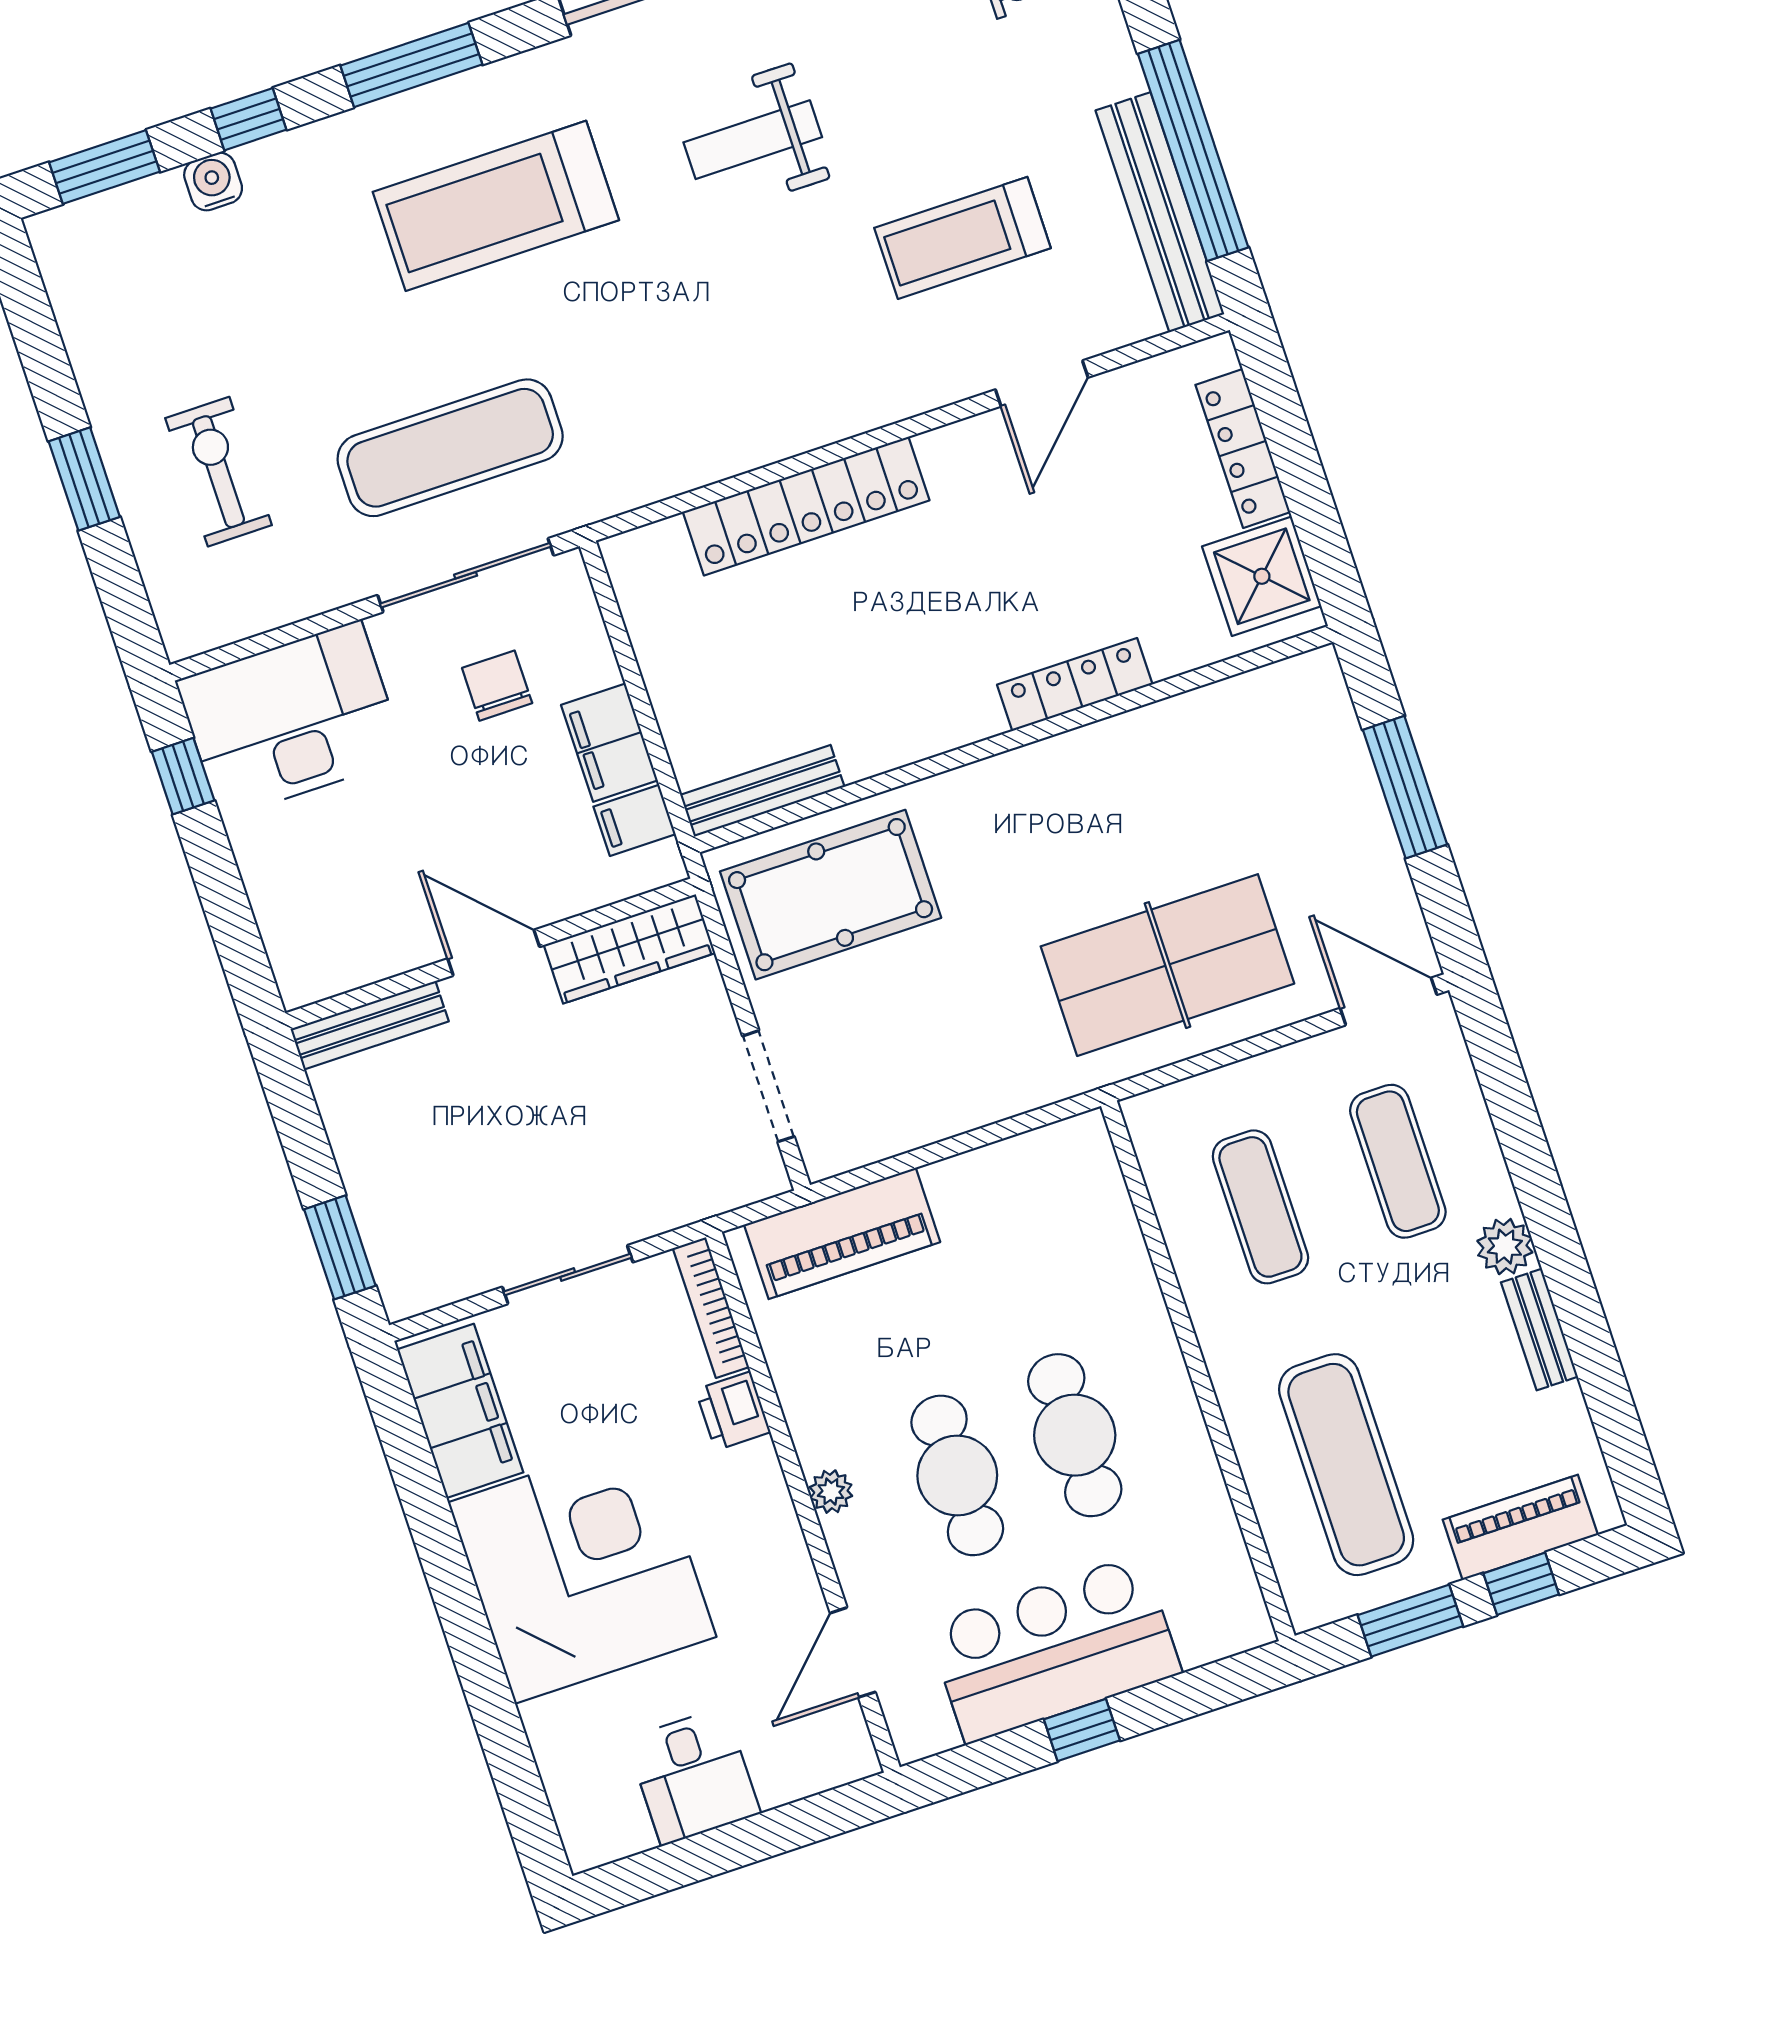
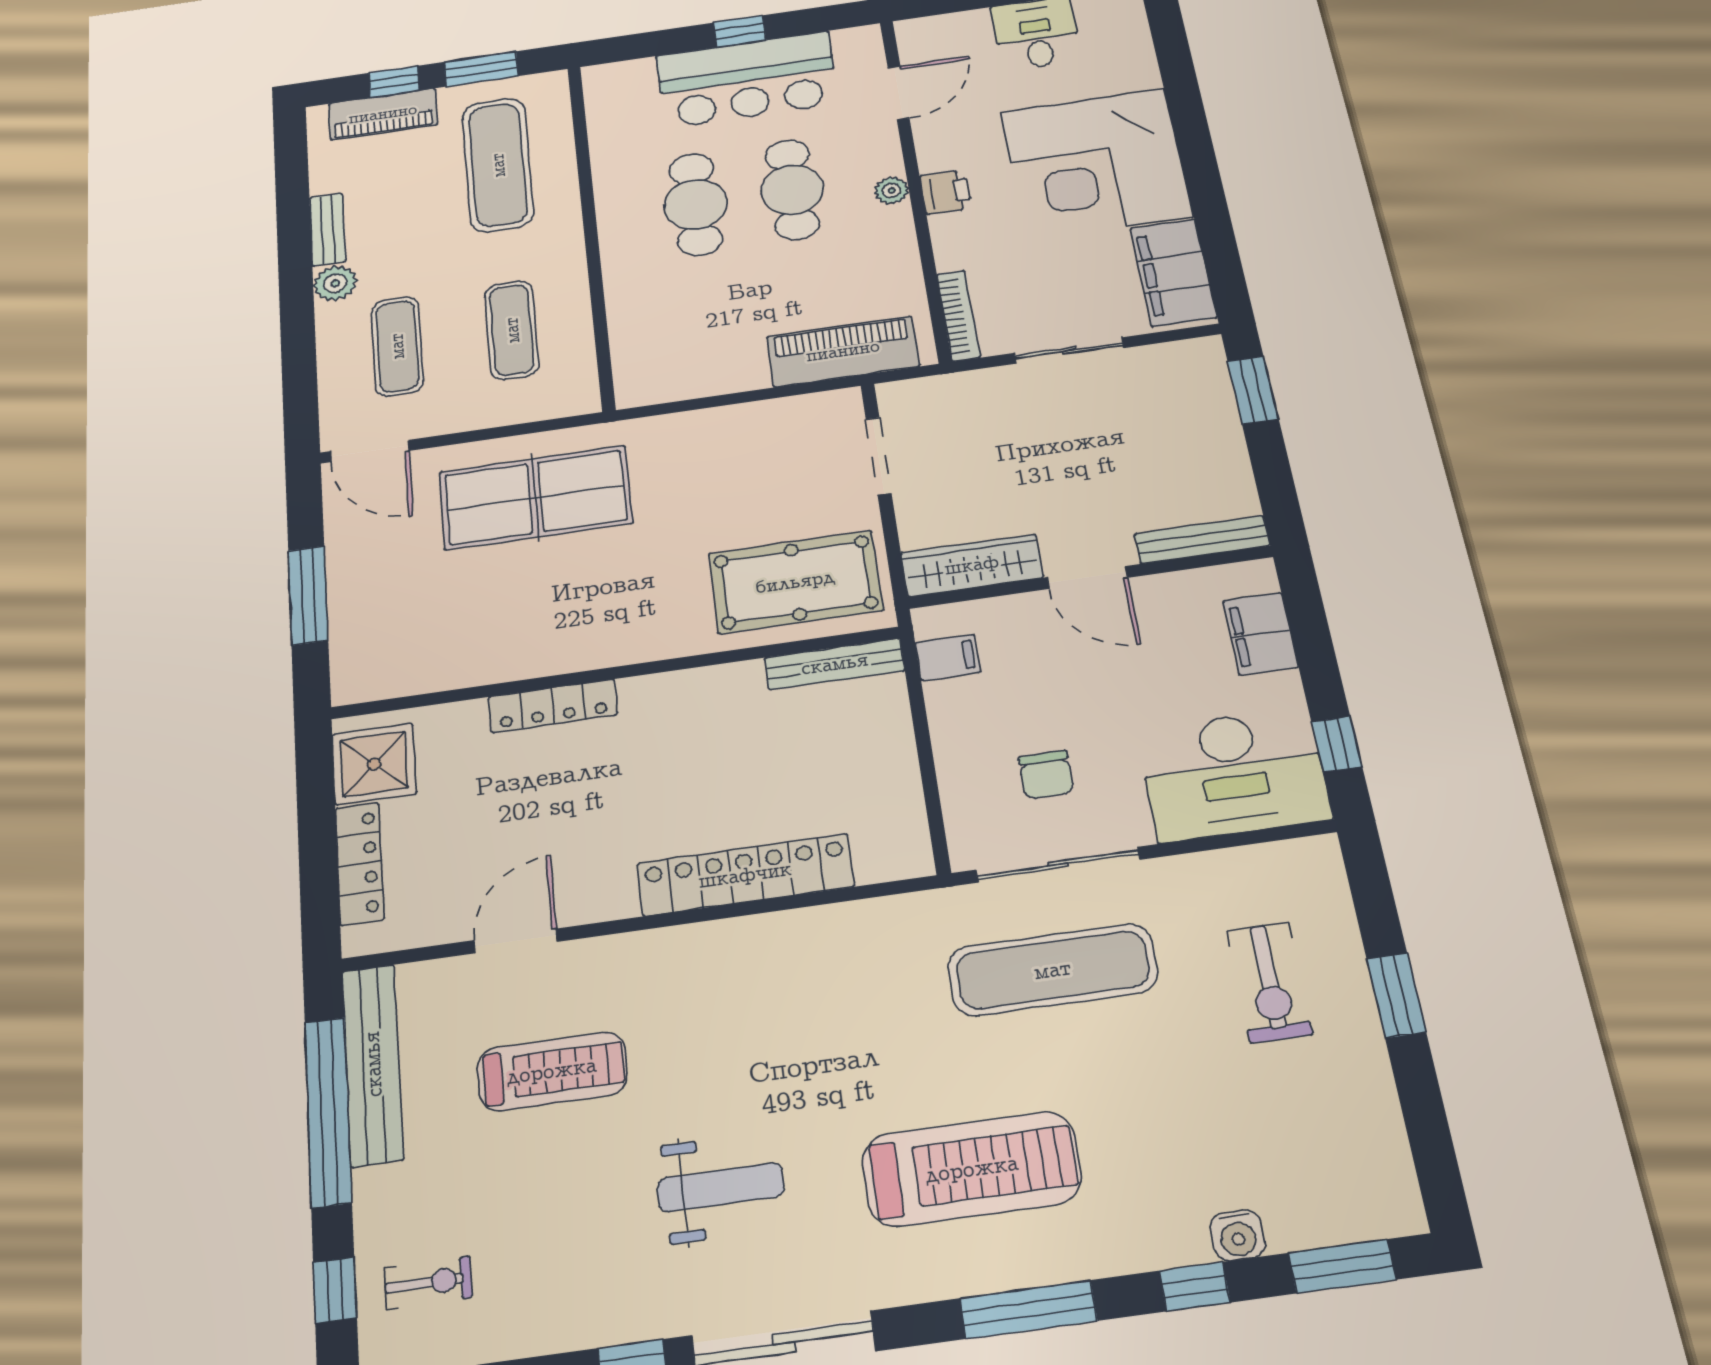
filing cabinet: (609, 743) -> (1260, 634), moved, turned 180
printer: (733, 1411) -> (946, 192), moved

